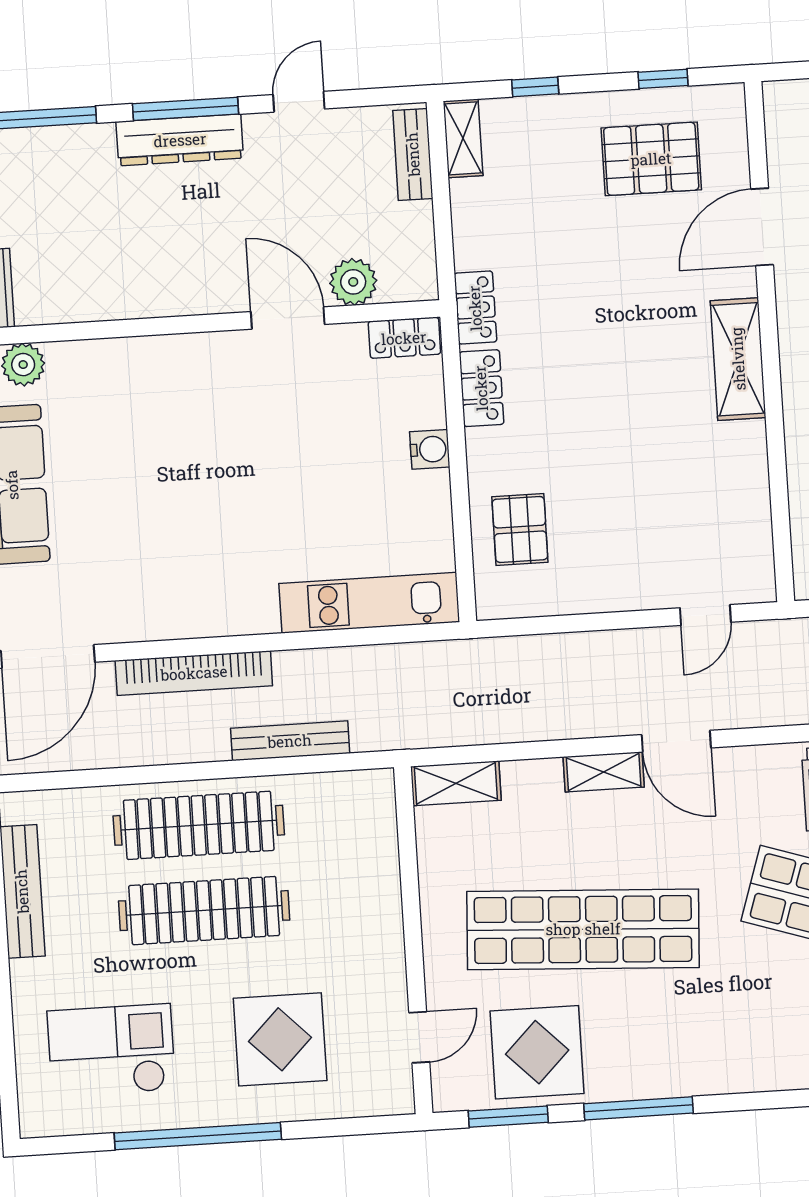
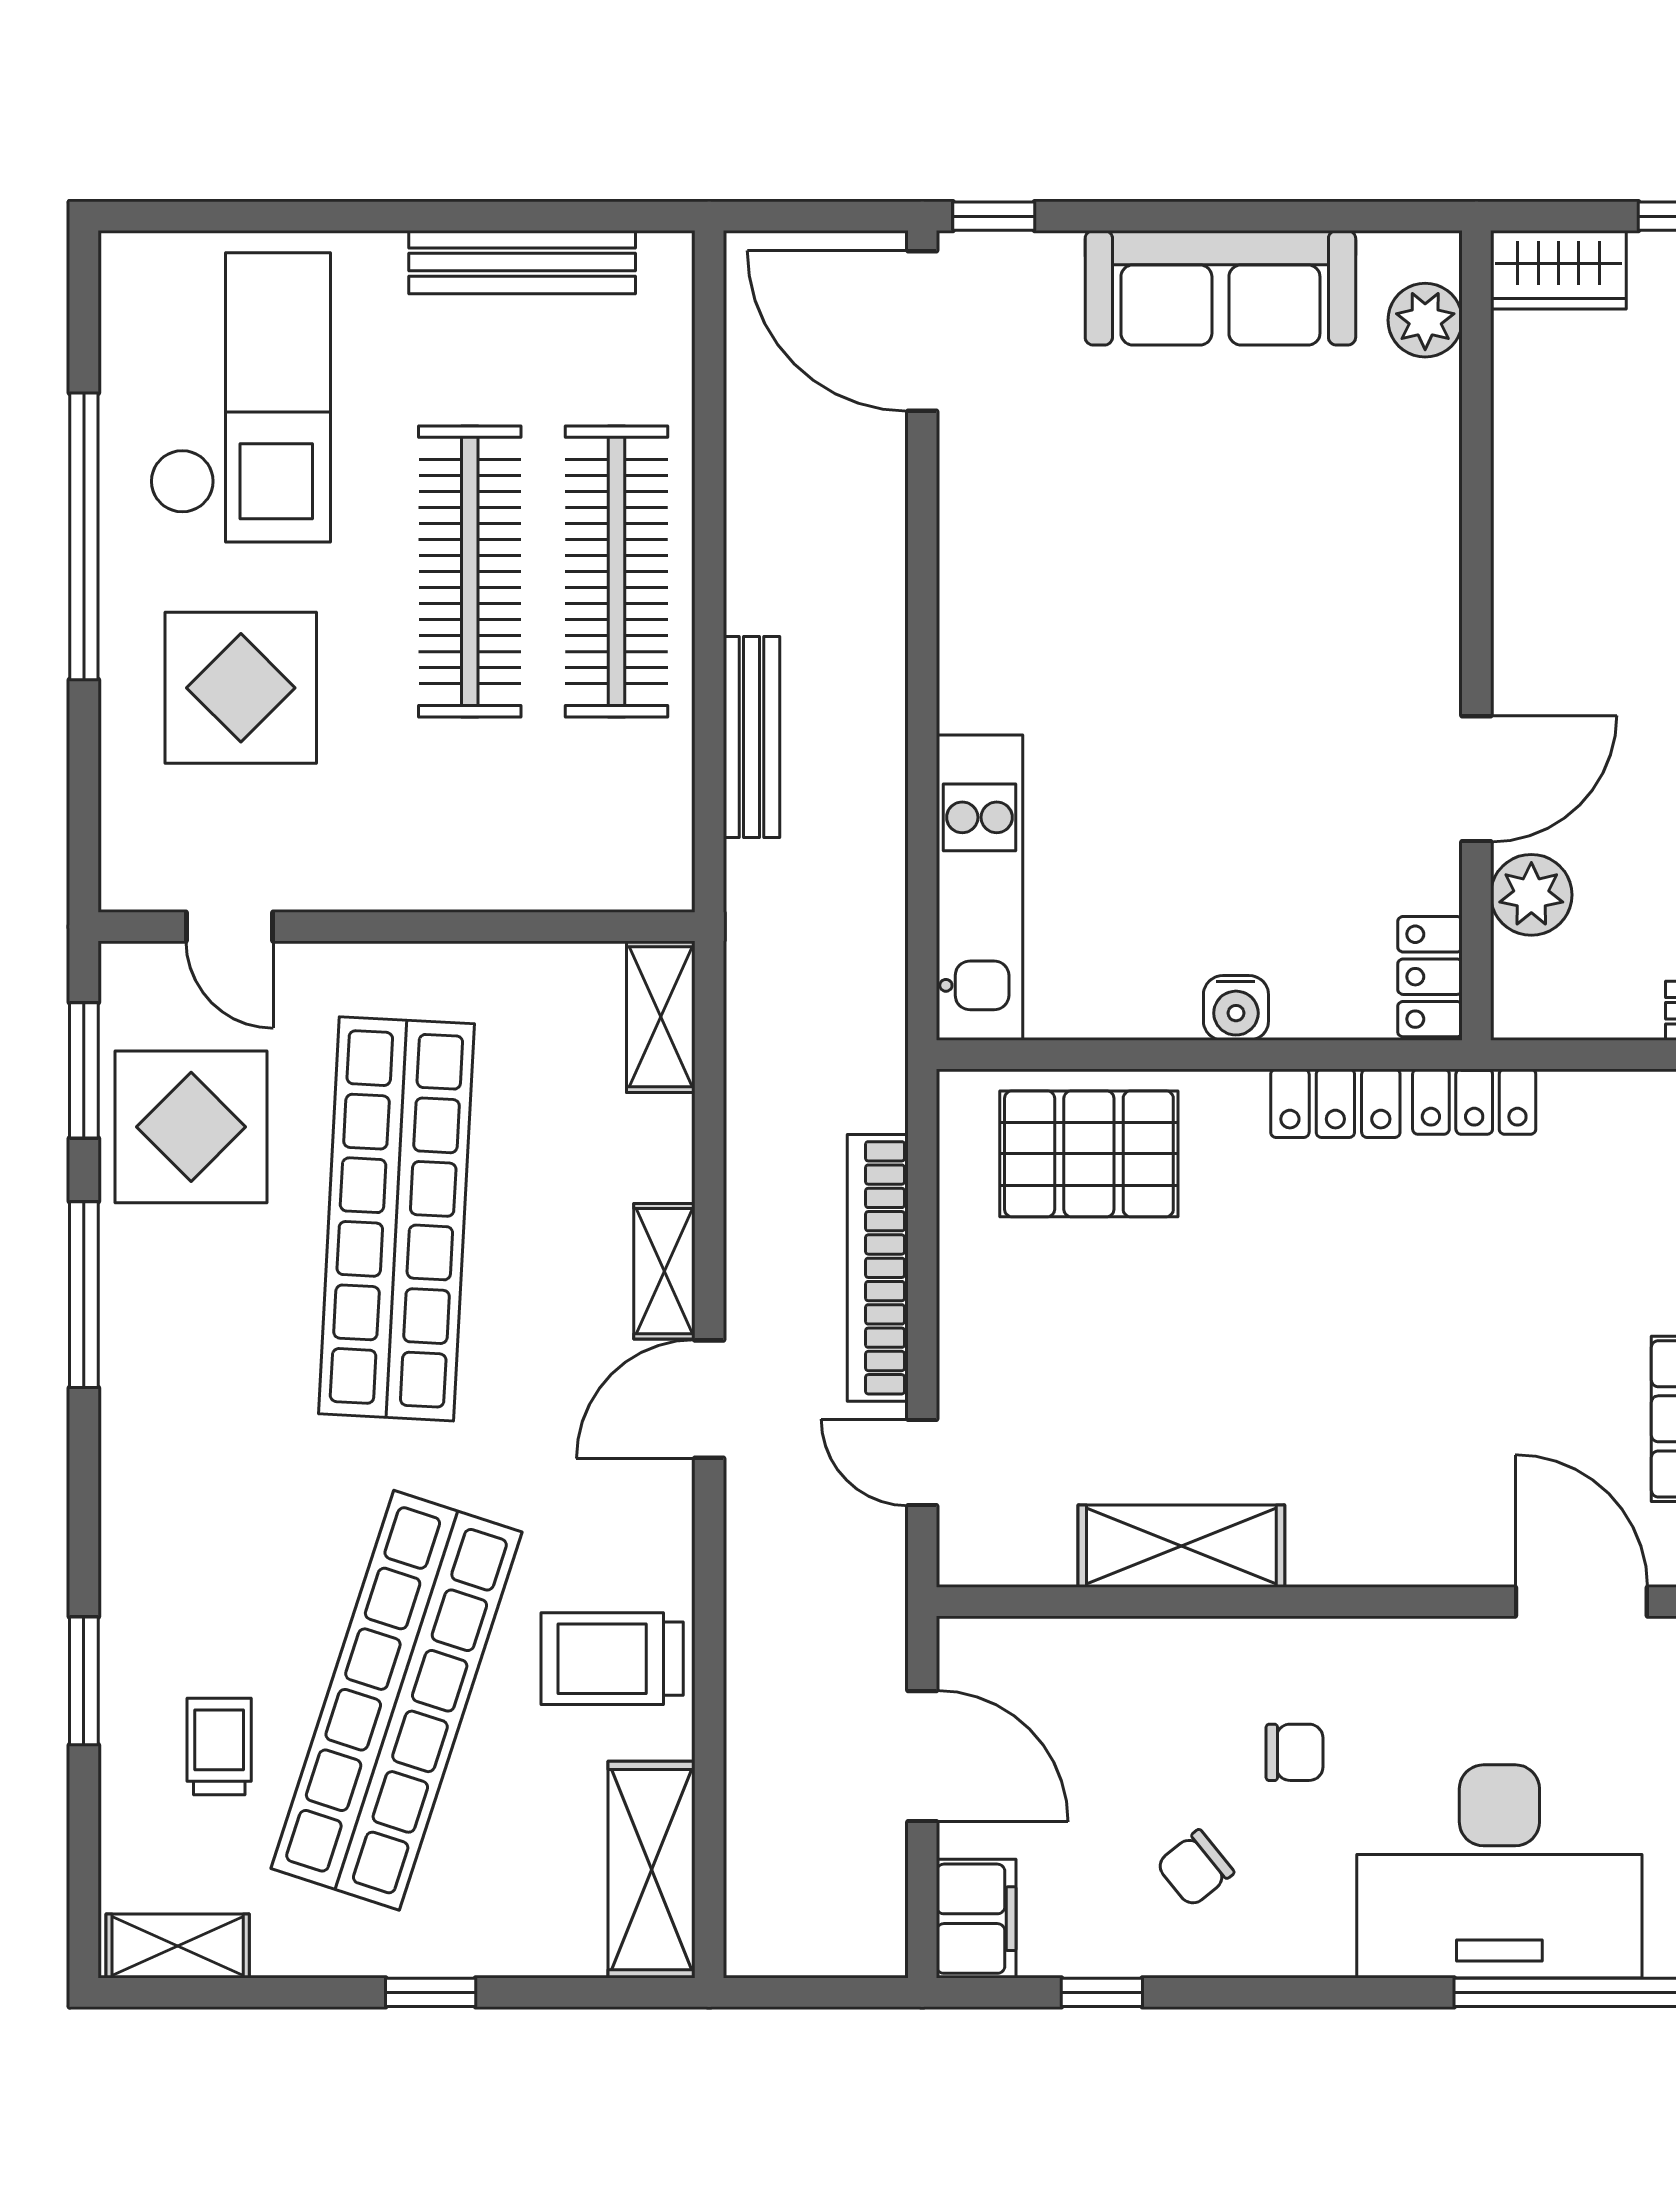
shelving: (738, 359) -> (1181, 1546), moved
pallet: (520, 529) -> (1089, 1154), width x1.50, depth x1.42
bookcase: (194, 673) -> (878, 1268), moved
checkout: (111, 1050) -> (240, 397), width x1.36, depth x1.21

